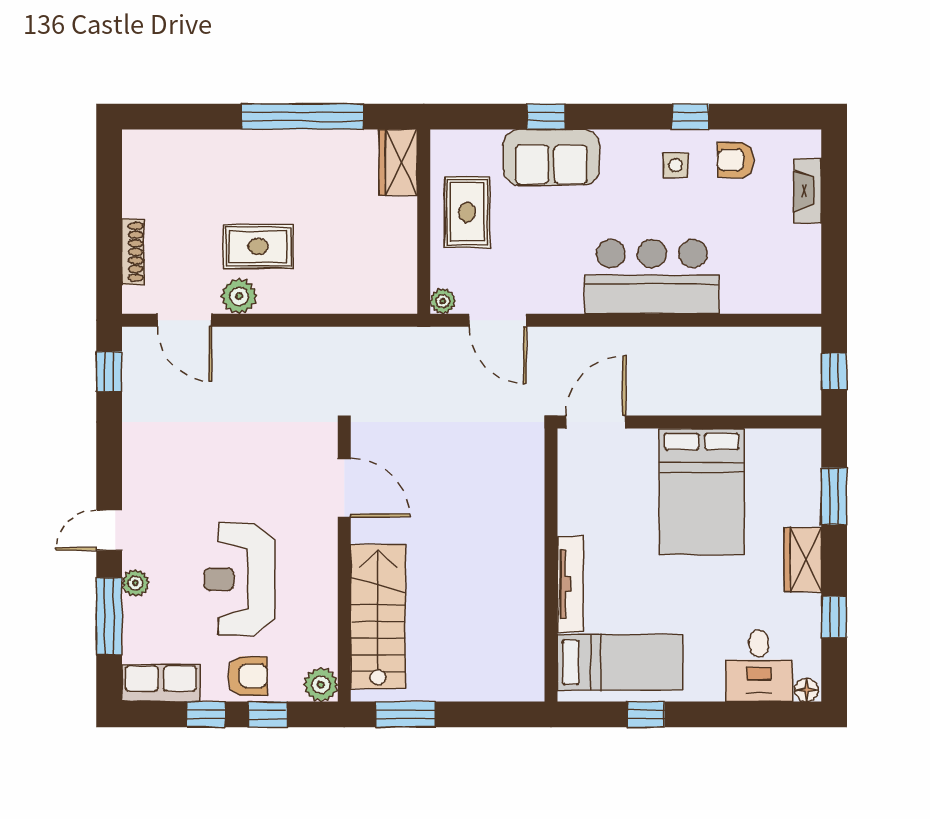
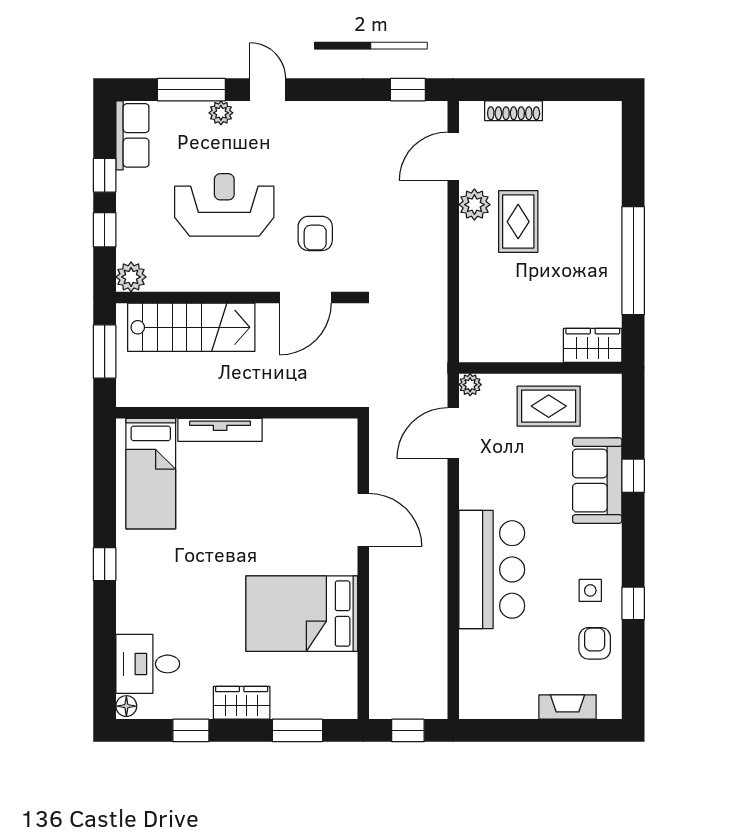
wall: (551, 565) -> (237, 413), moved
tv unit: (570, 584) -> (220, 430), moved
bed: (620, 662) -> (151, 474), moved
armchair: (248, 676) -> (315, 233), moved

